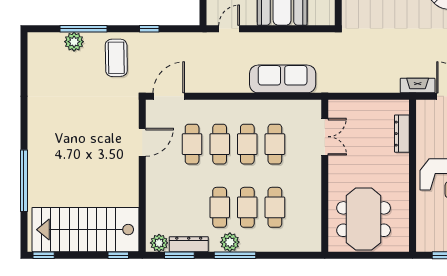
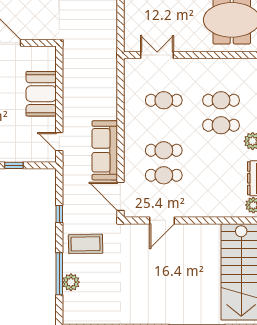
sofa: (283, 79) -> (105, 150), moved
door: (142, 142) -> (162, 220), swing flipped
cafe table: (247, 144) -> (164, 125), removed
cafe table: (220, 207) -> (221, 150), removed

